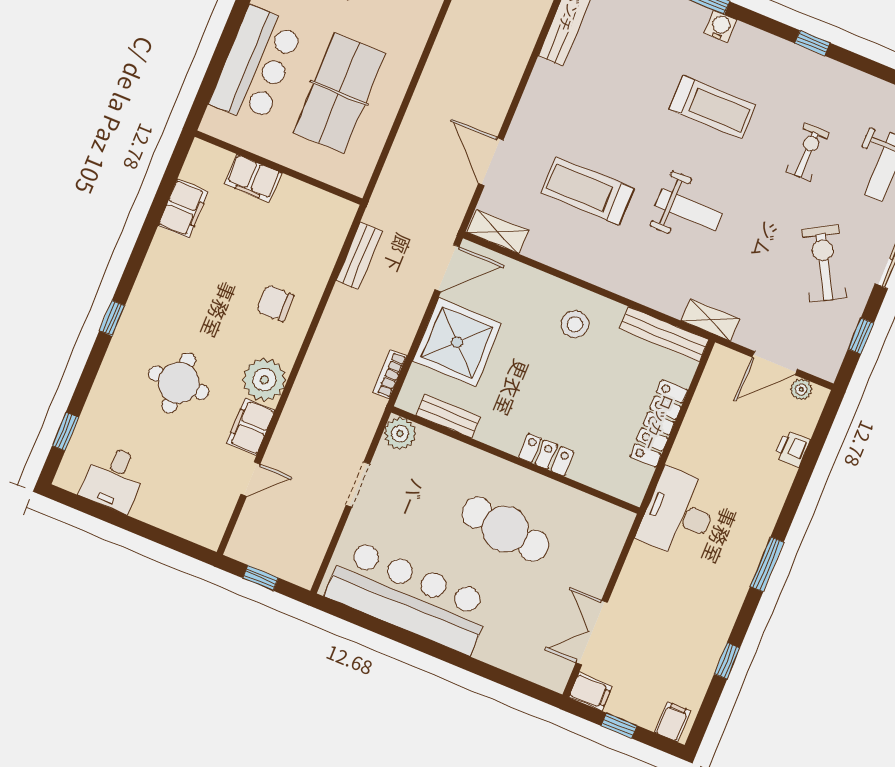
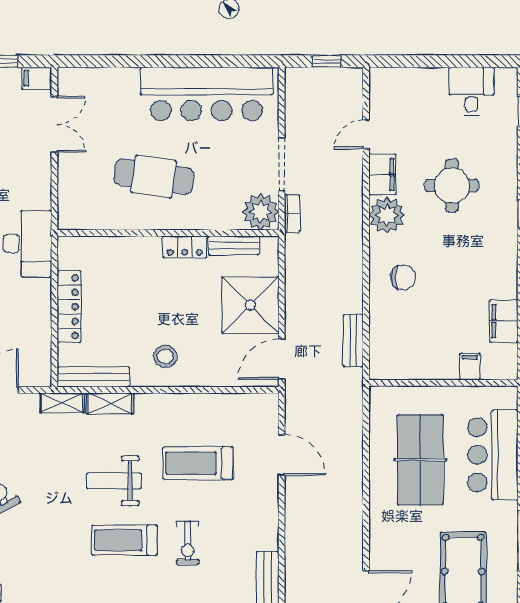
treadmill: (713, 107) -> (125, 540), moved
exercise bike: (808, 152) -> (188, 543), moved
filing cabinet: (253, 178) -> (470, 367), width x0.50
treadmill: (587, 191) -> (198, 463), turned 180
shelving: (498, 232) -> (110, 403), moved
bookcase: (390, 374) -> (292, 214), moved
plant: (400, 433) -> (260, 212), width x1.36, depth x1.36
locker: (546, 455) -> (185, 247), moved
doorway: (358, 484) -> (282, 164), width x1.38

